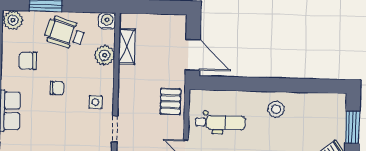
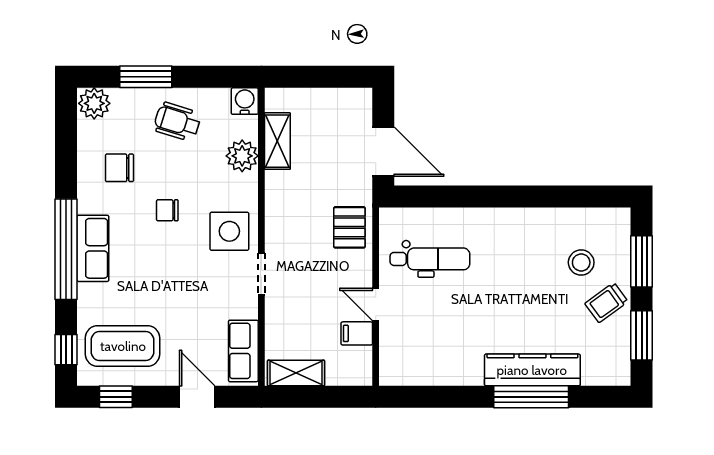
wheelchair: (65, 33) -> (177, 122), width x0.73, depth x0.73
chair: (57, 88) -> (167, 210), turned 180
side table: (95, 102) -> (229, 231), width x1.87, depth x1.87
stool: (276, 109) -> (581, 262), moved

